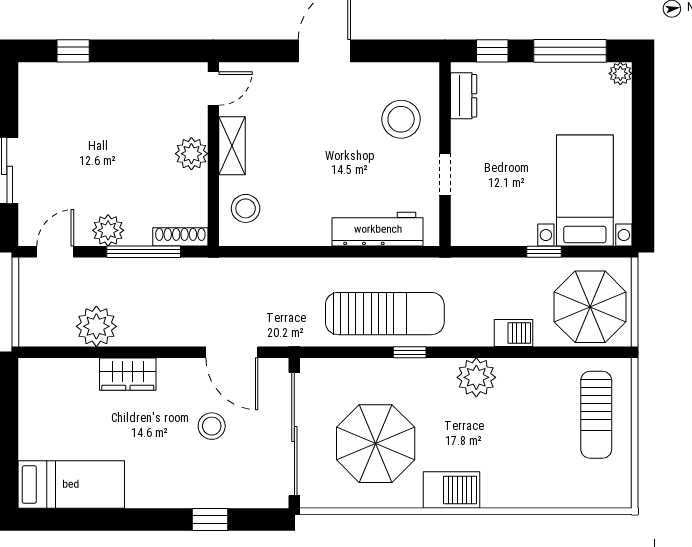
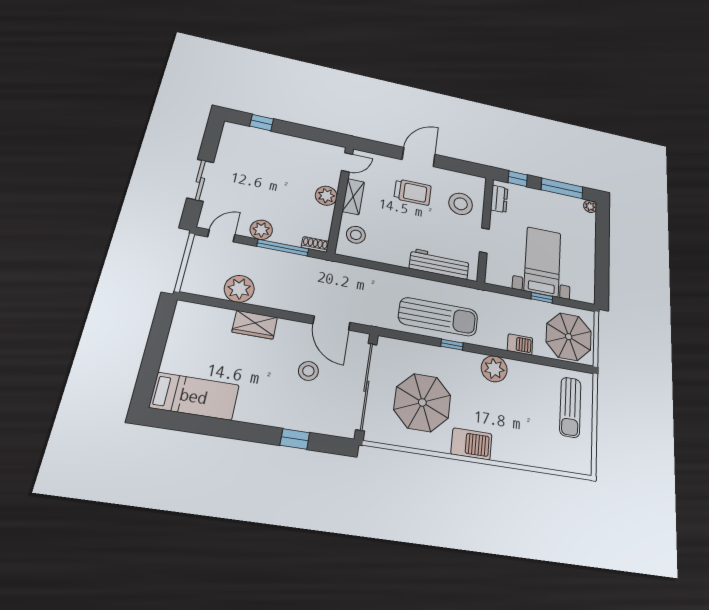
trolley: (322, 116) -> (413, 192), added
bed with nightstands: (585, 191) -> (543, 262), moved
shoe rack: (180, 237) -> (315, 244), width x0.70

